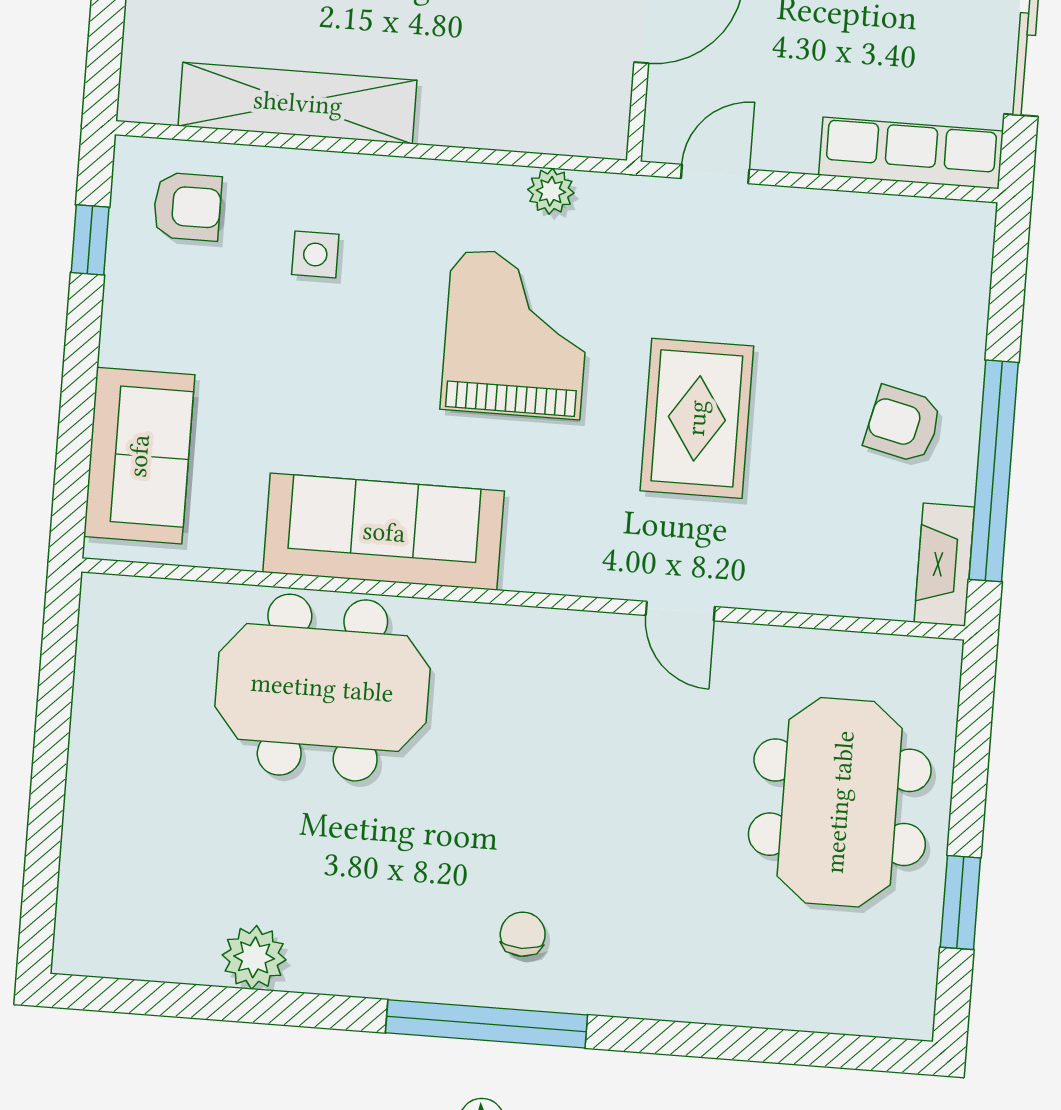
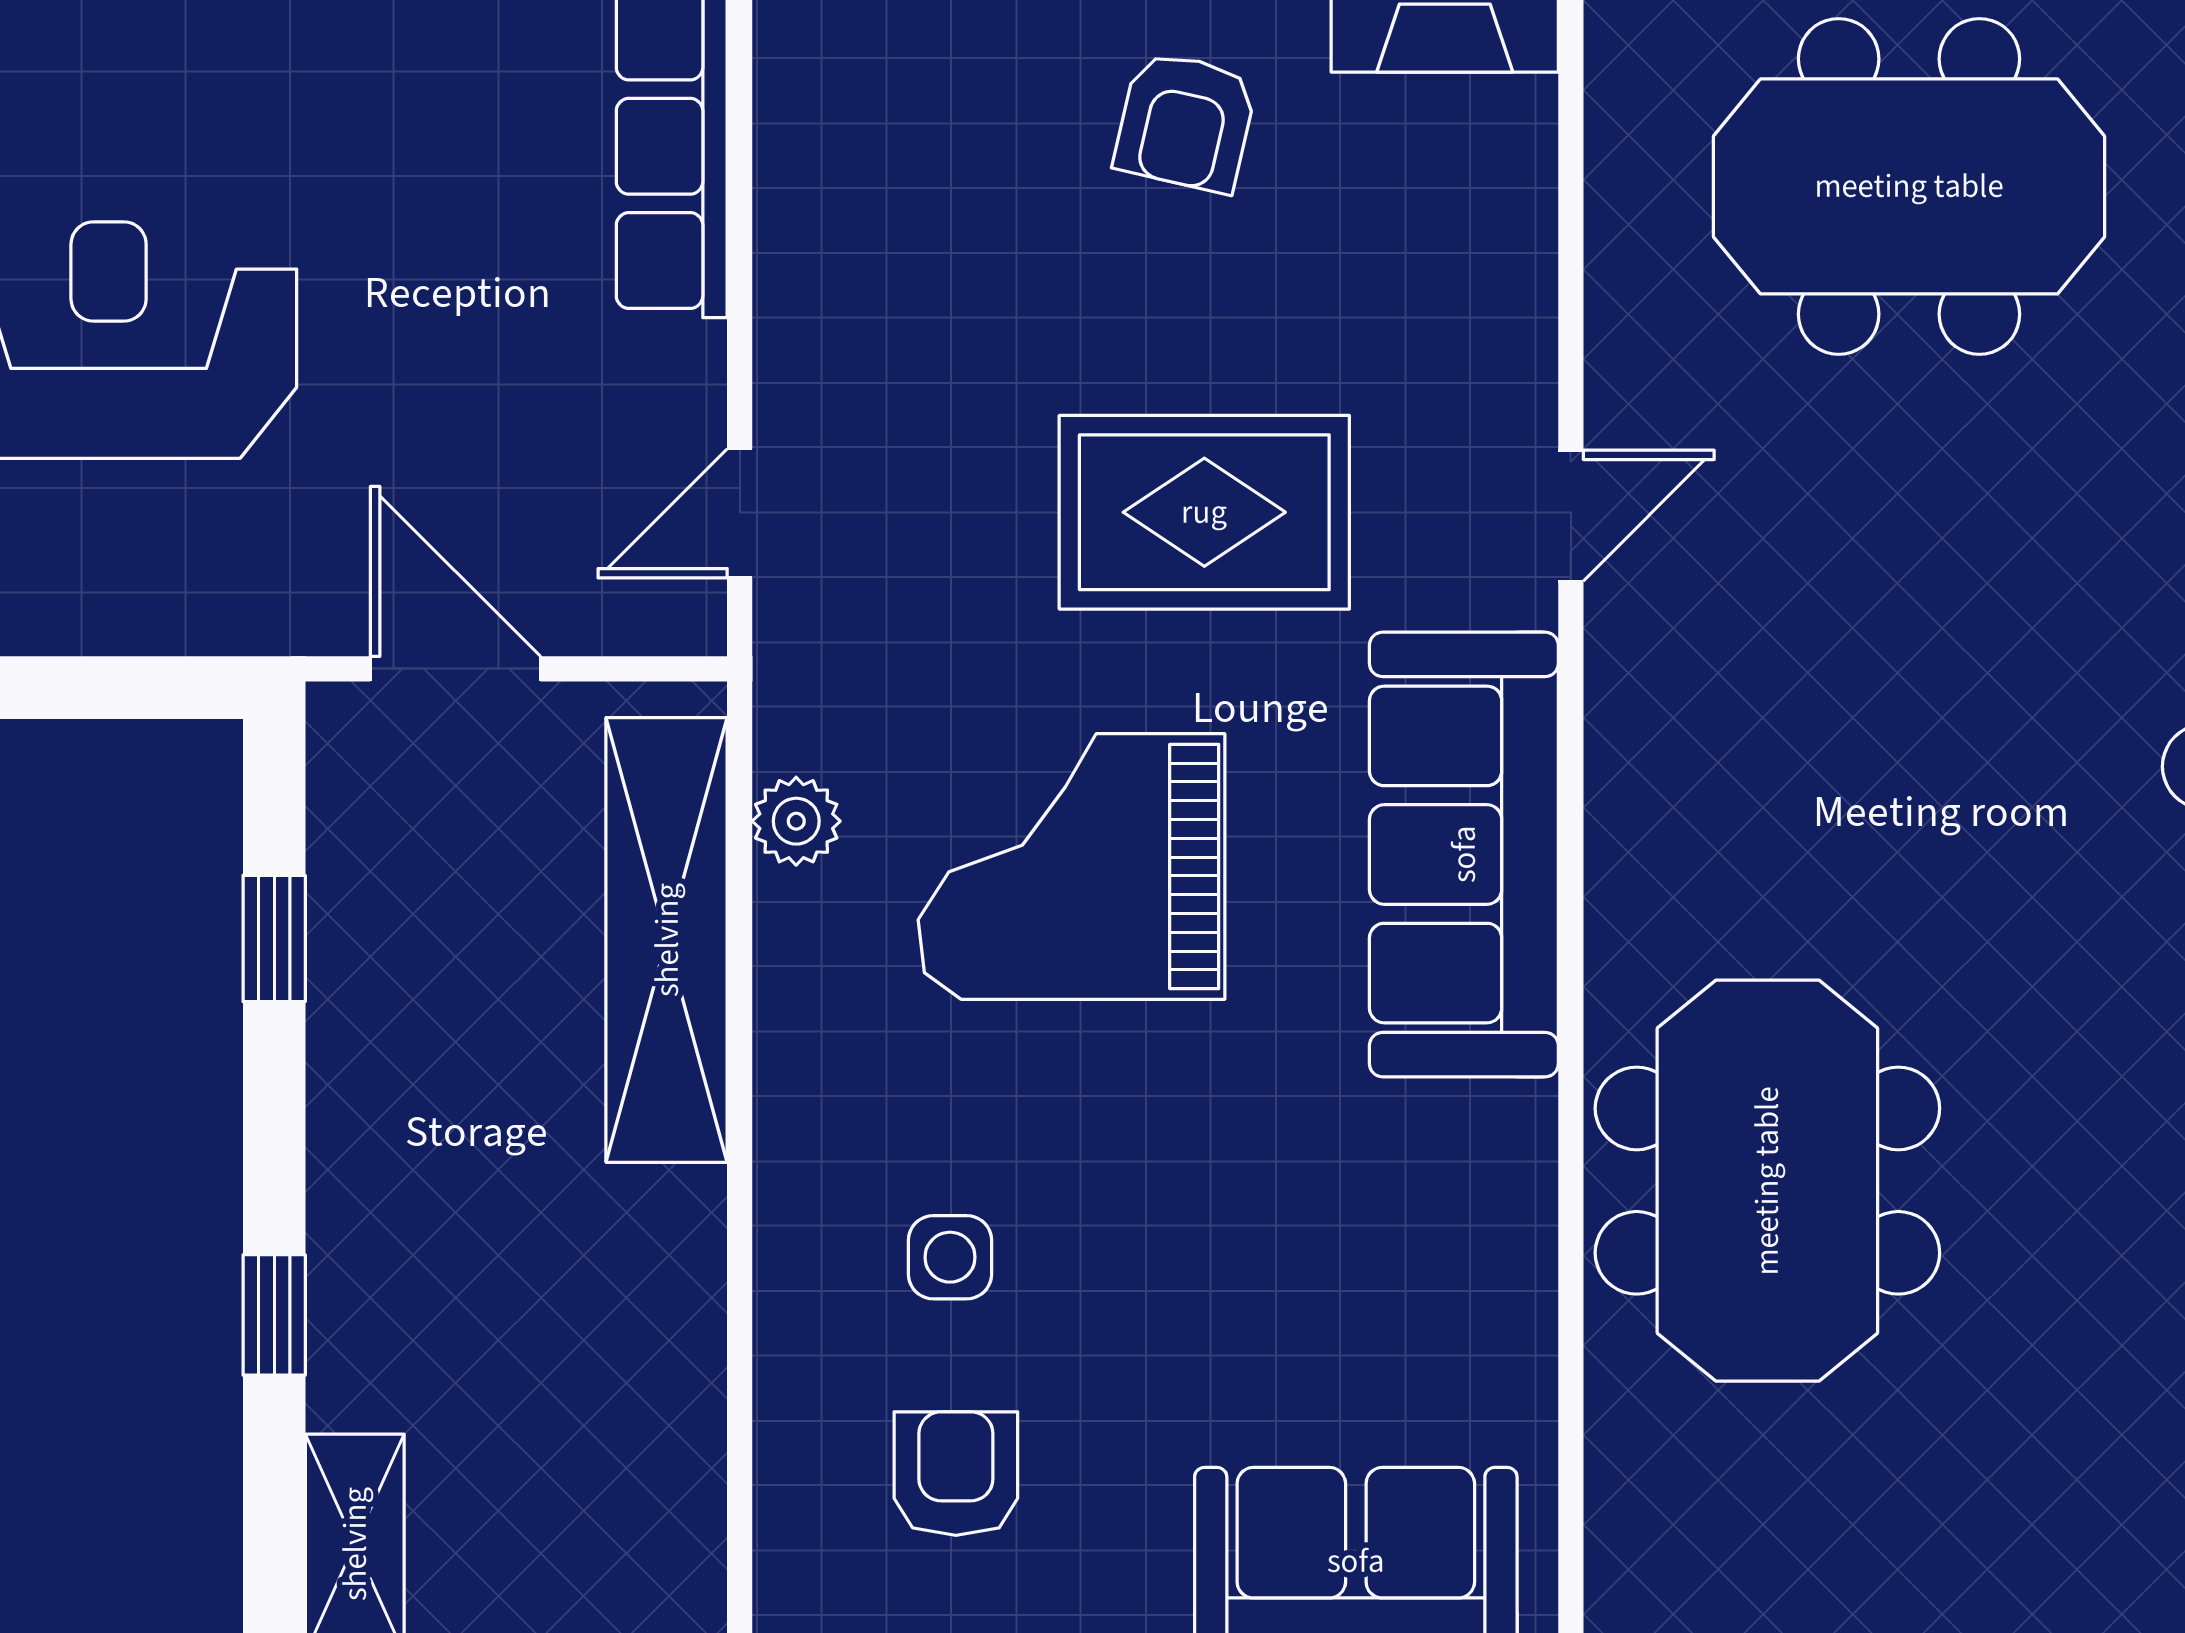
shelving: (298, 103) -> (667, 940), moved
door: (715, 174) -> (740, 513), hinge flipped
armchair: (187, 207) -> (956, 1474), moved
sofa: (384, 532) -> (1464, 854), moved

